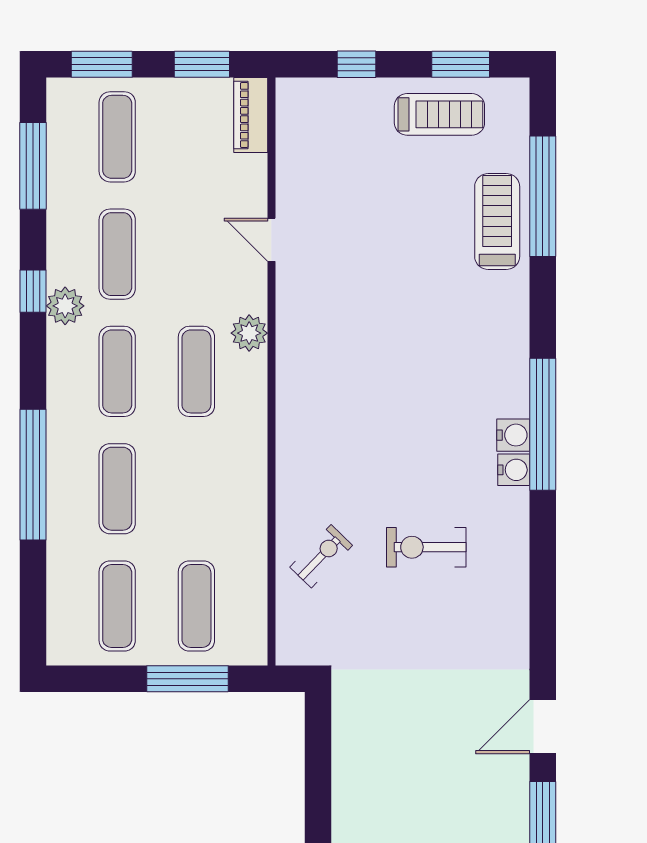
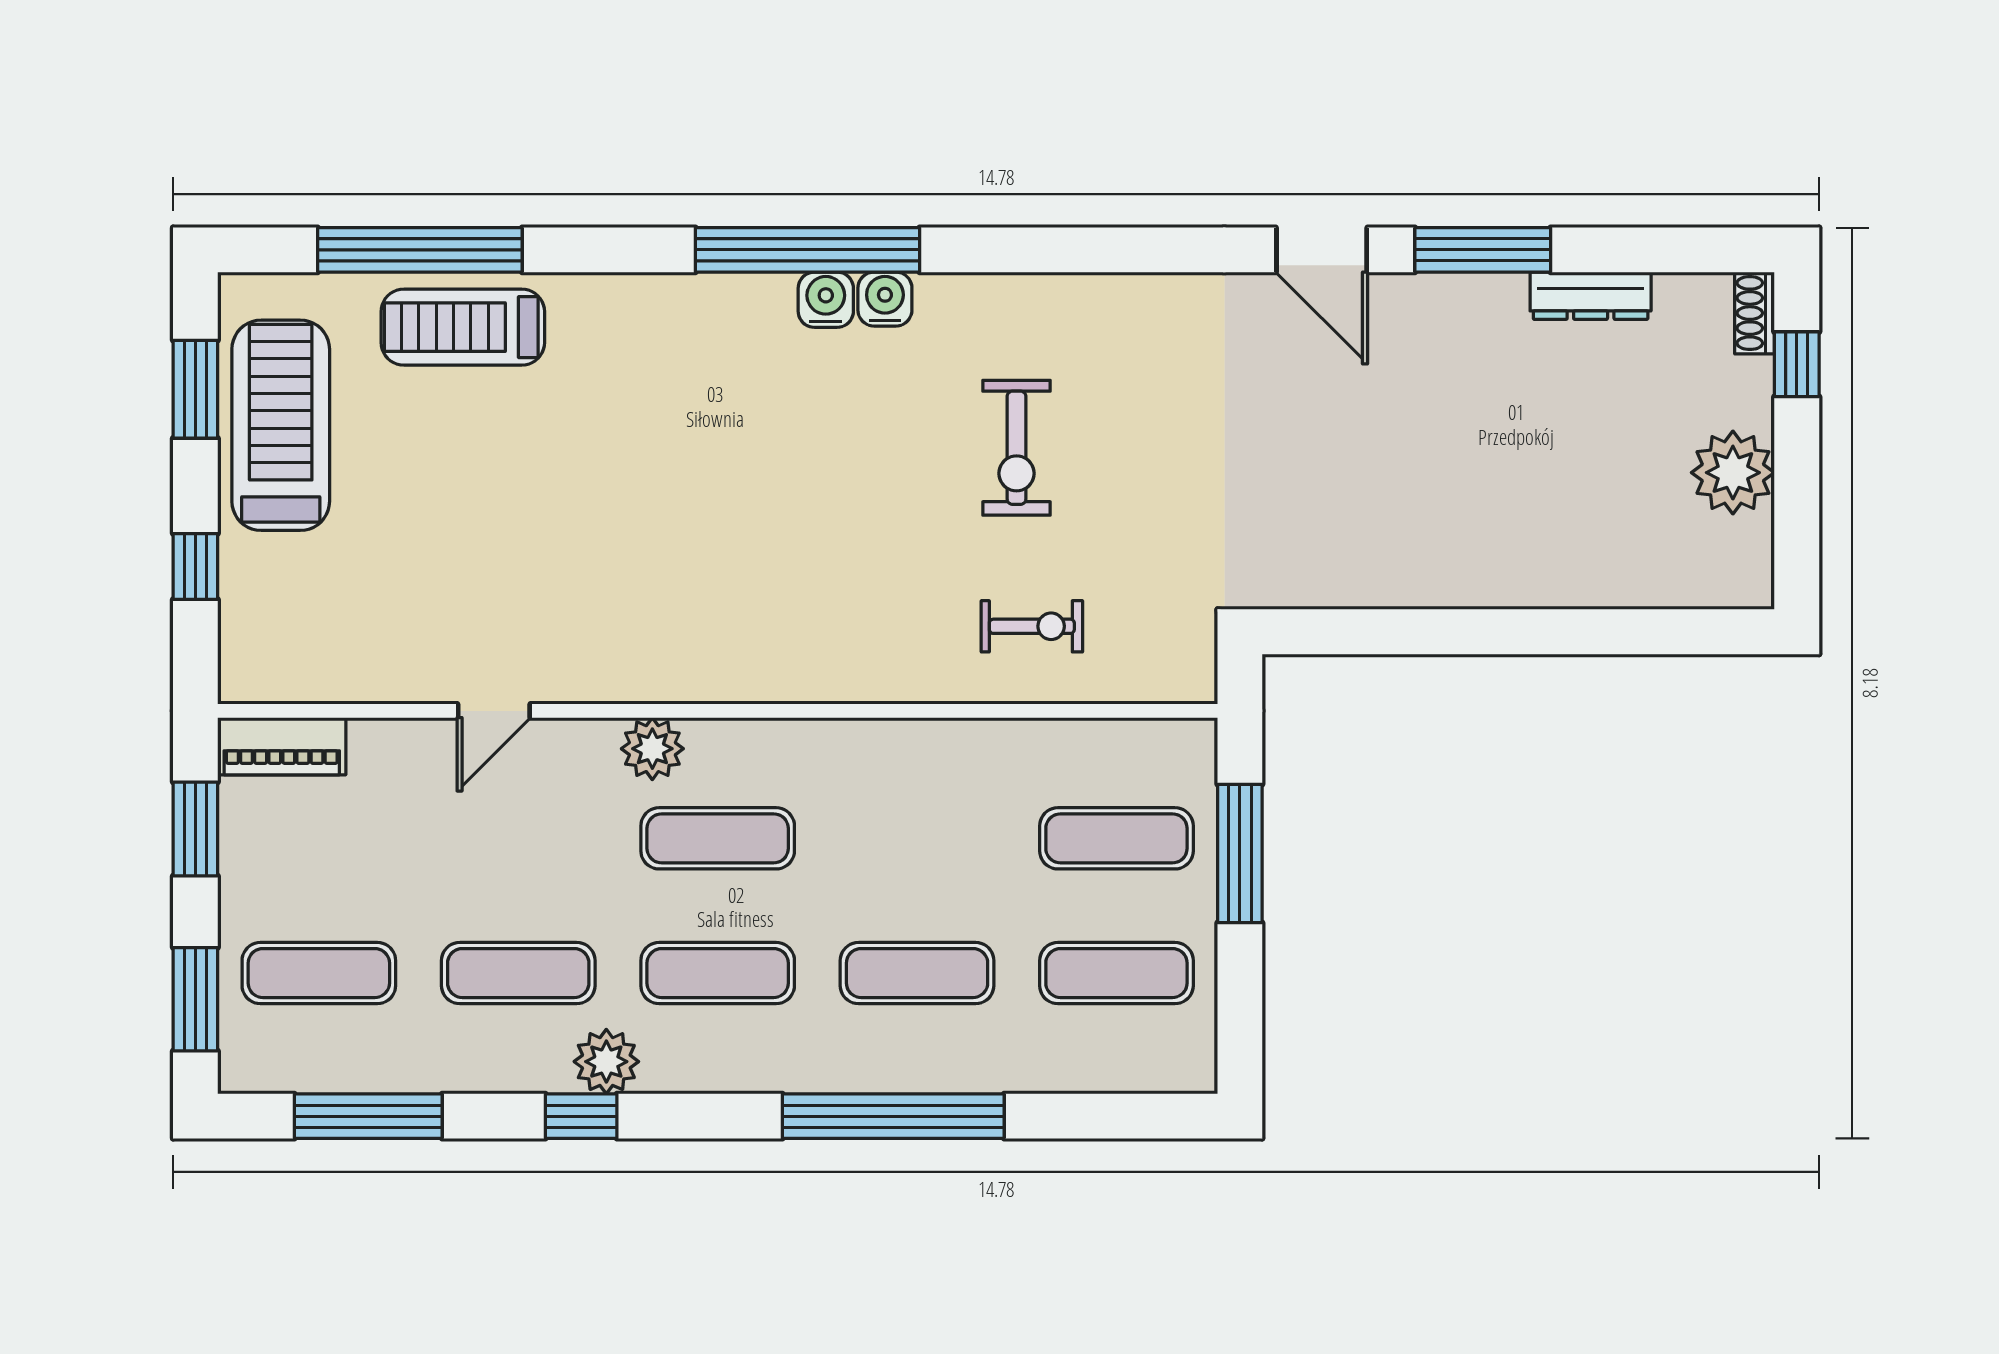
treadmill: (439, 114) -> (281, 425), width x1.37, depth x1.38
exercise bike: (321, 556) -> (1032, 626), turned 136

